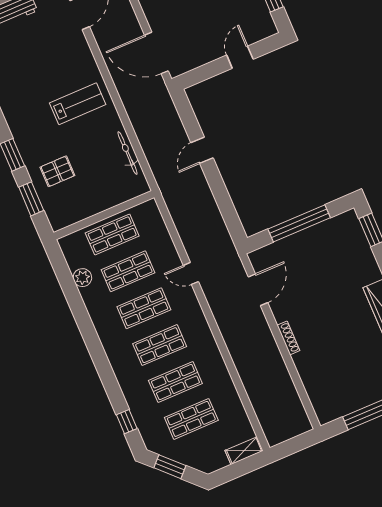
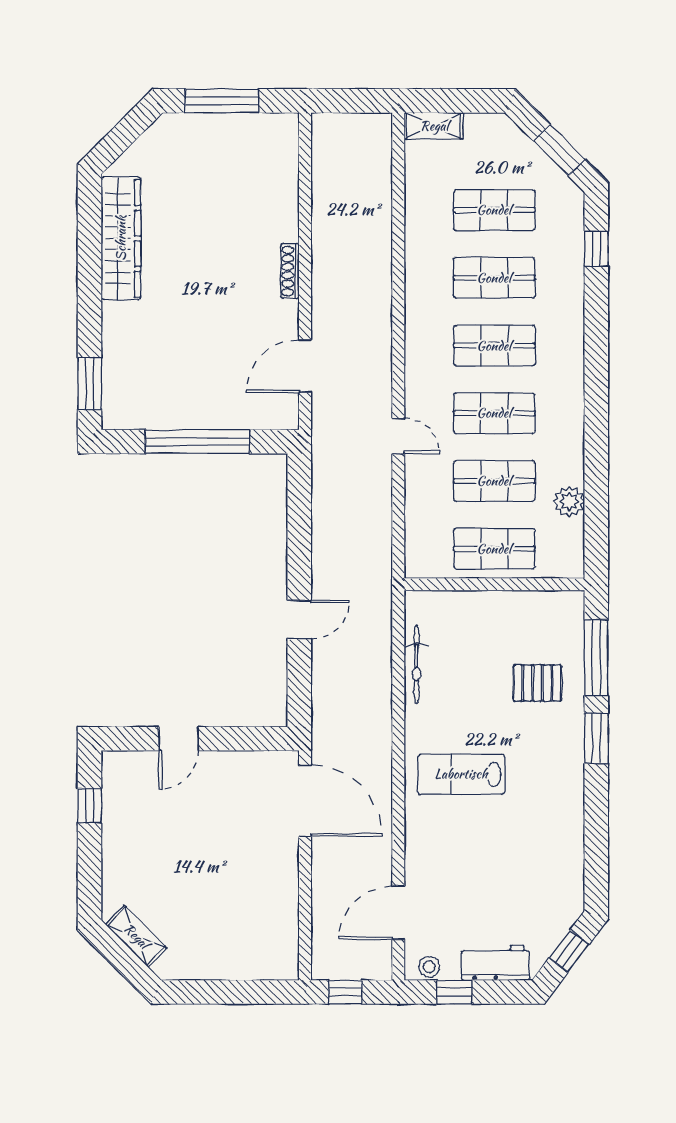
window: (31, 199) -> (596, 658), width x1.44

